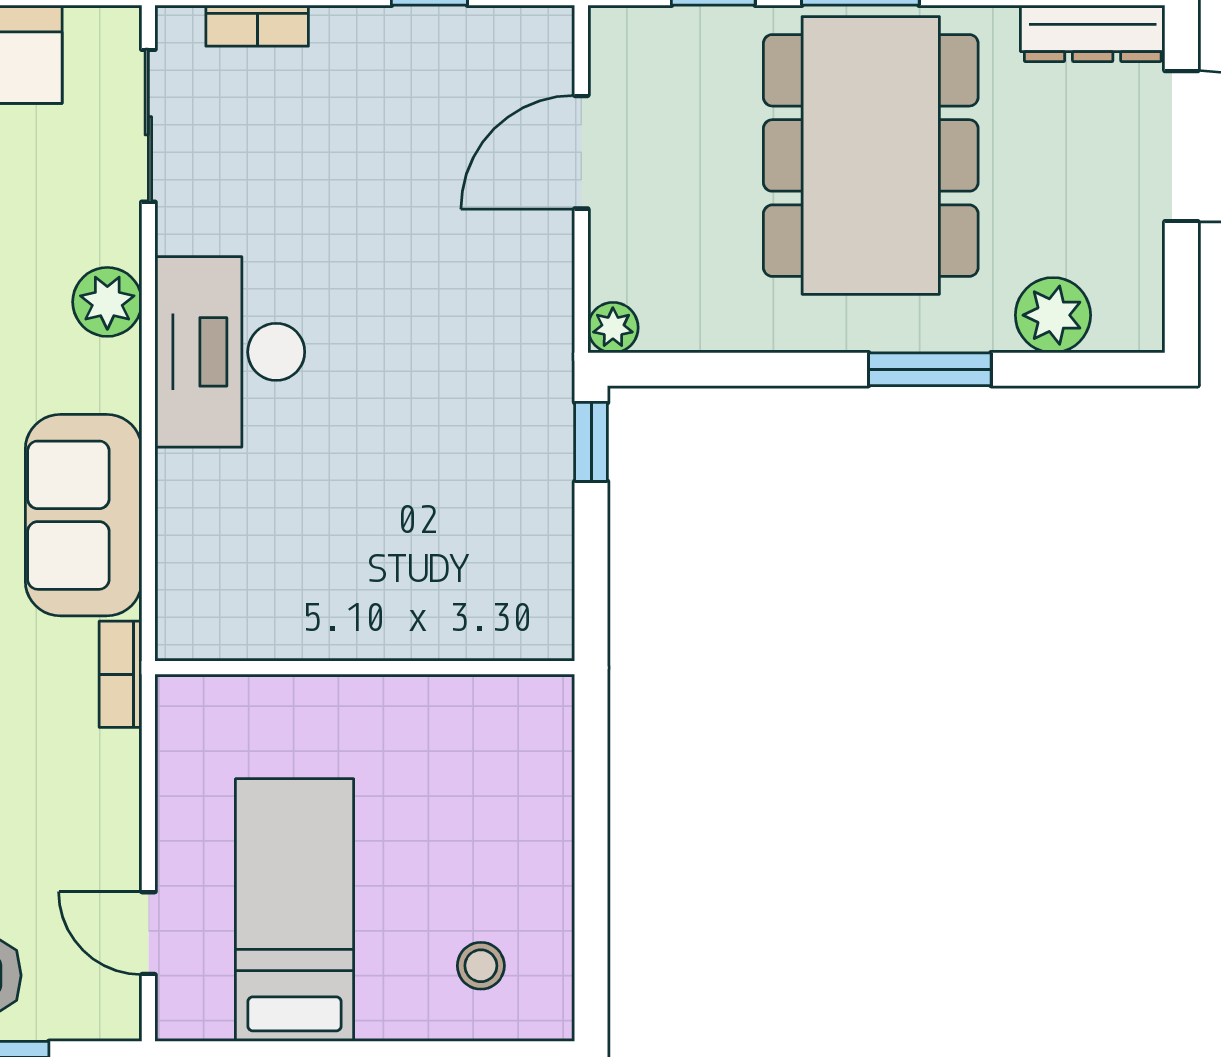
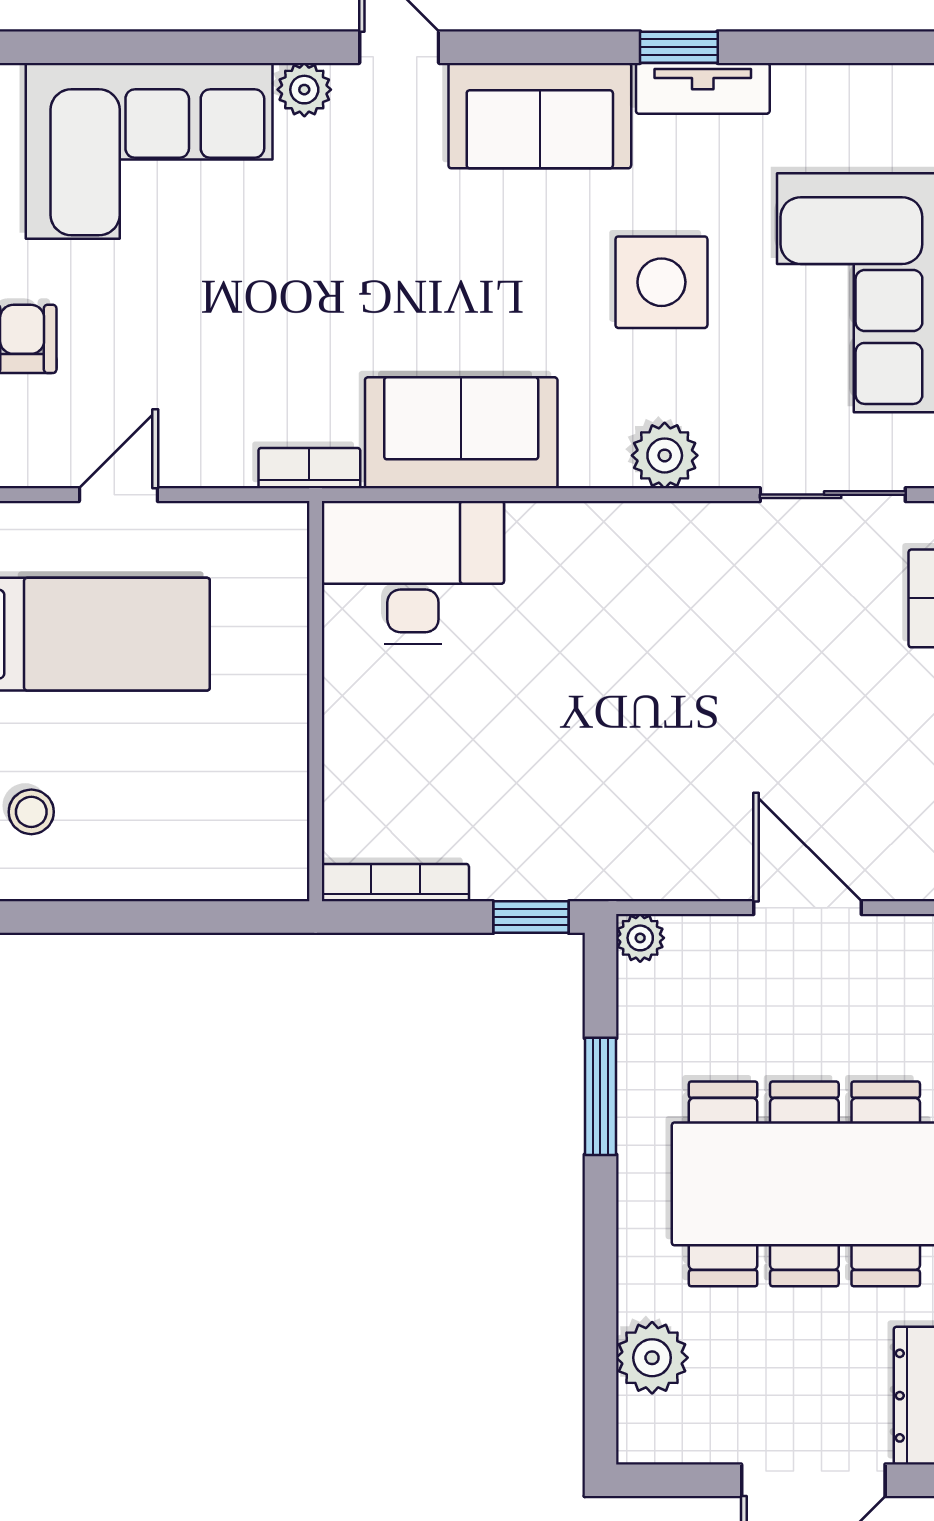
desk: (230, 352) -> (413, 572), moved
window: (930, 369) -> (600, 1096), moved
bookcase: (555, 584) -> (395, 883), added
door: (148, 933) -> (118, 495), moved

